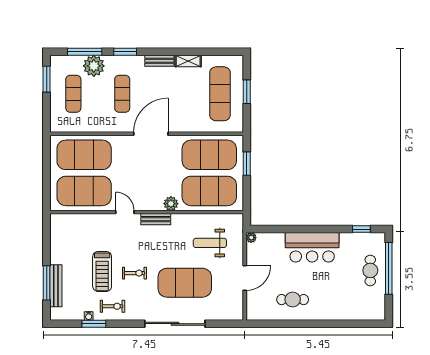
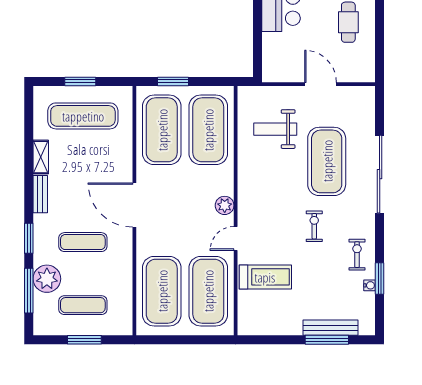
window: (47, 79) -> (84, 340), moved
plant: (171, 204) -> (225, 205), moved
bench: (156, 219) -> (245, 199), removed
plant: (251, 238) -> (268, 76), removed
weight bench: (210, 243) -> (275, 129), turned 90
treadmill: (102, 271) -> (265, 277), moved

